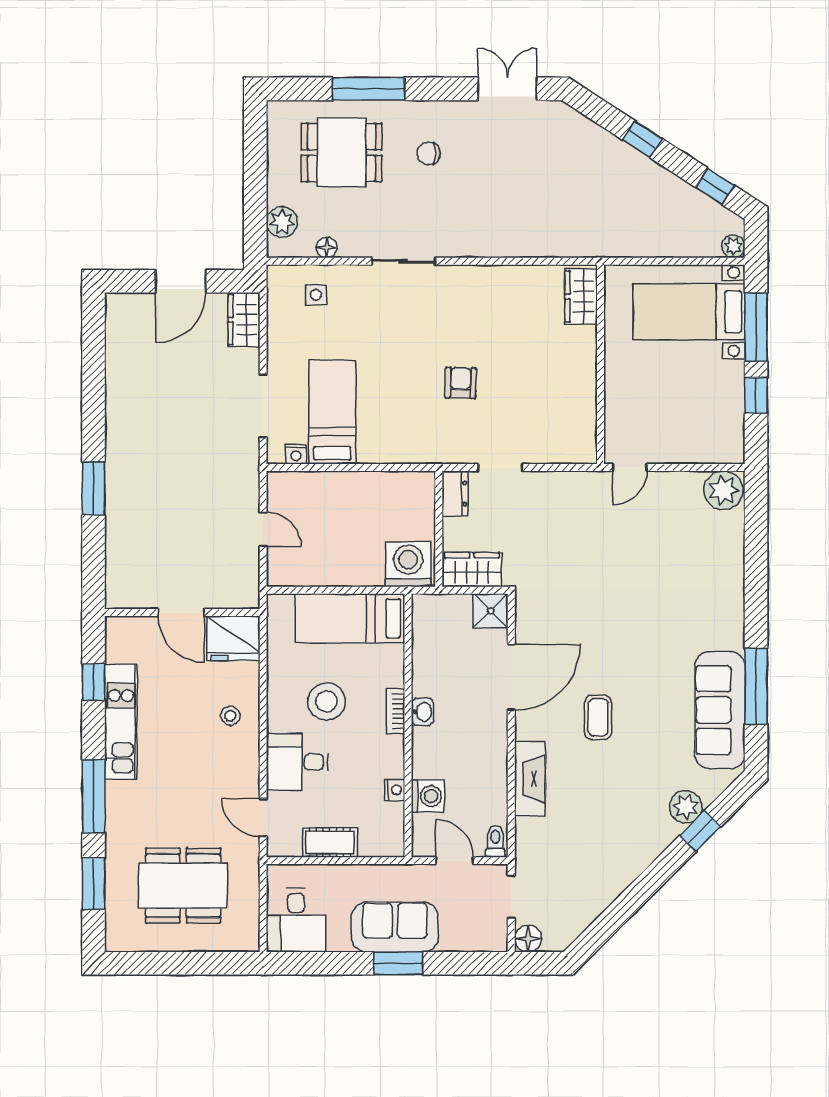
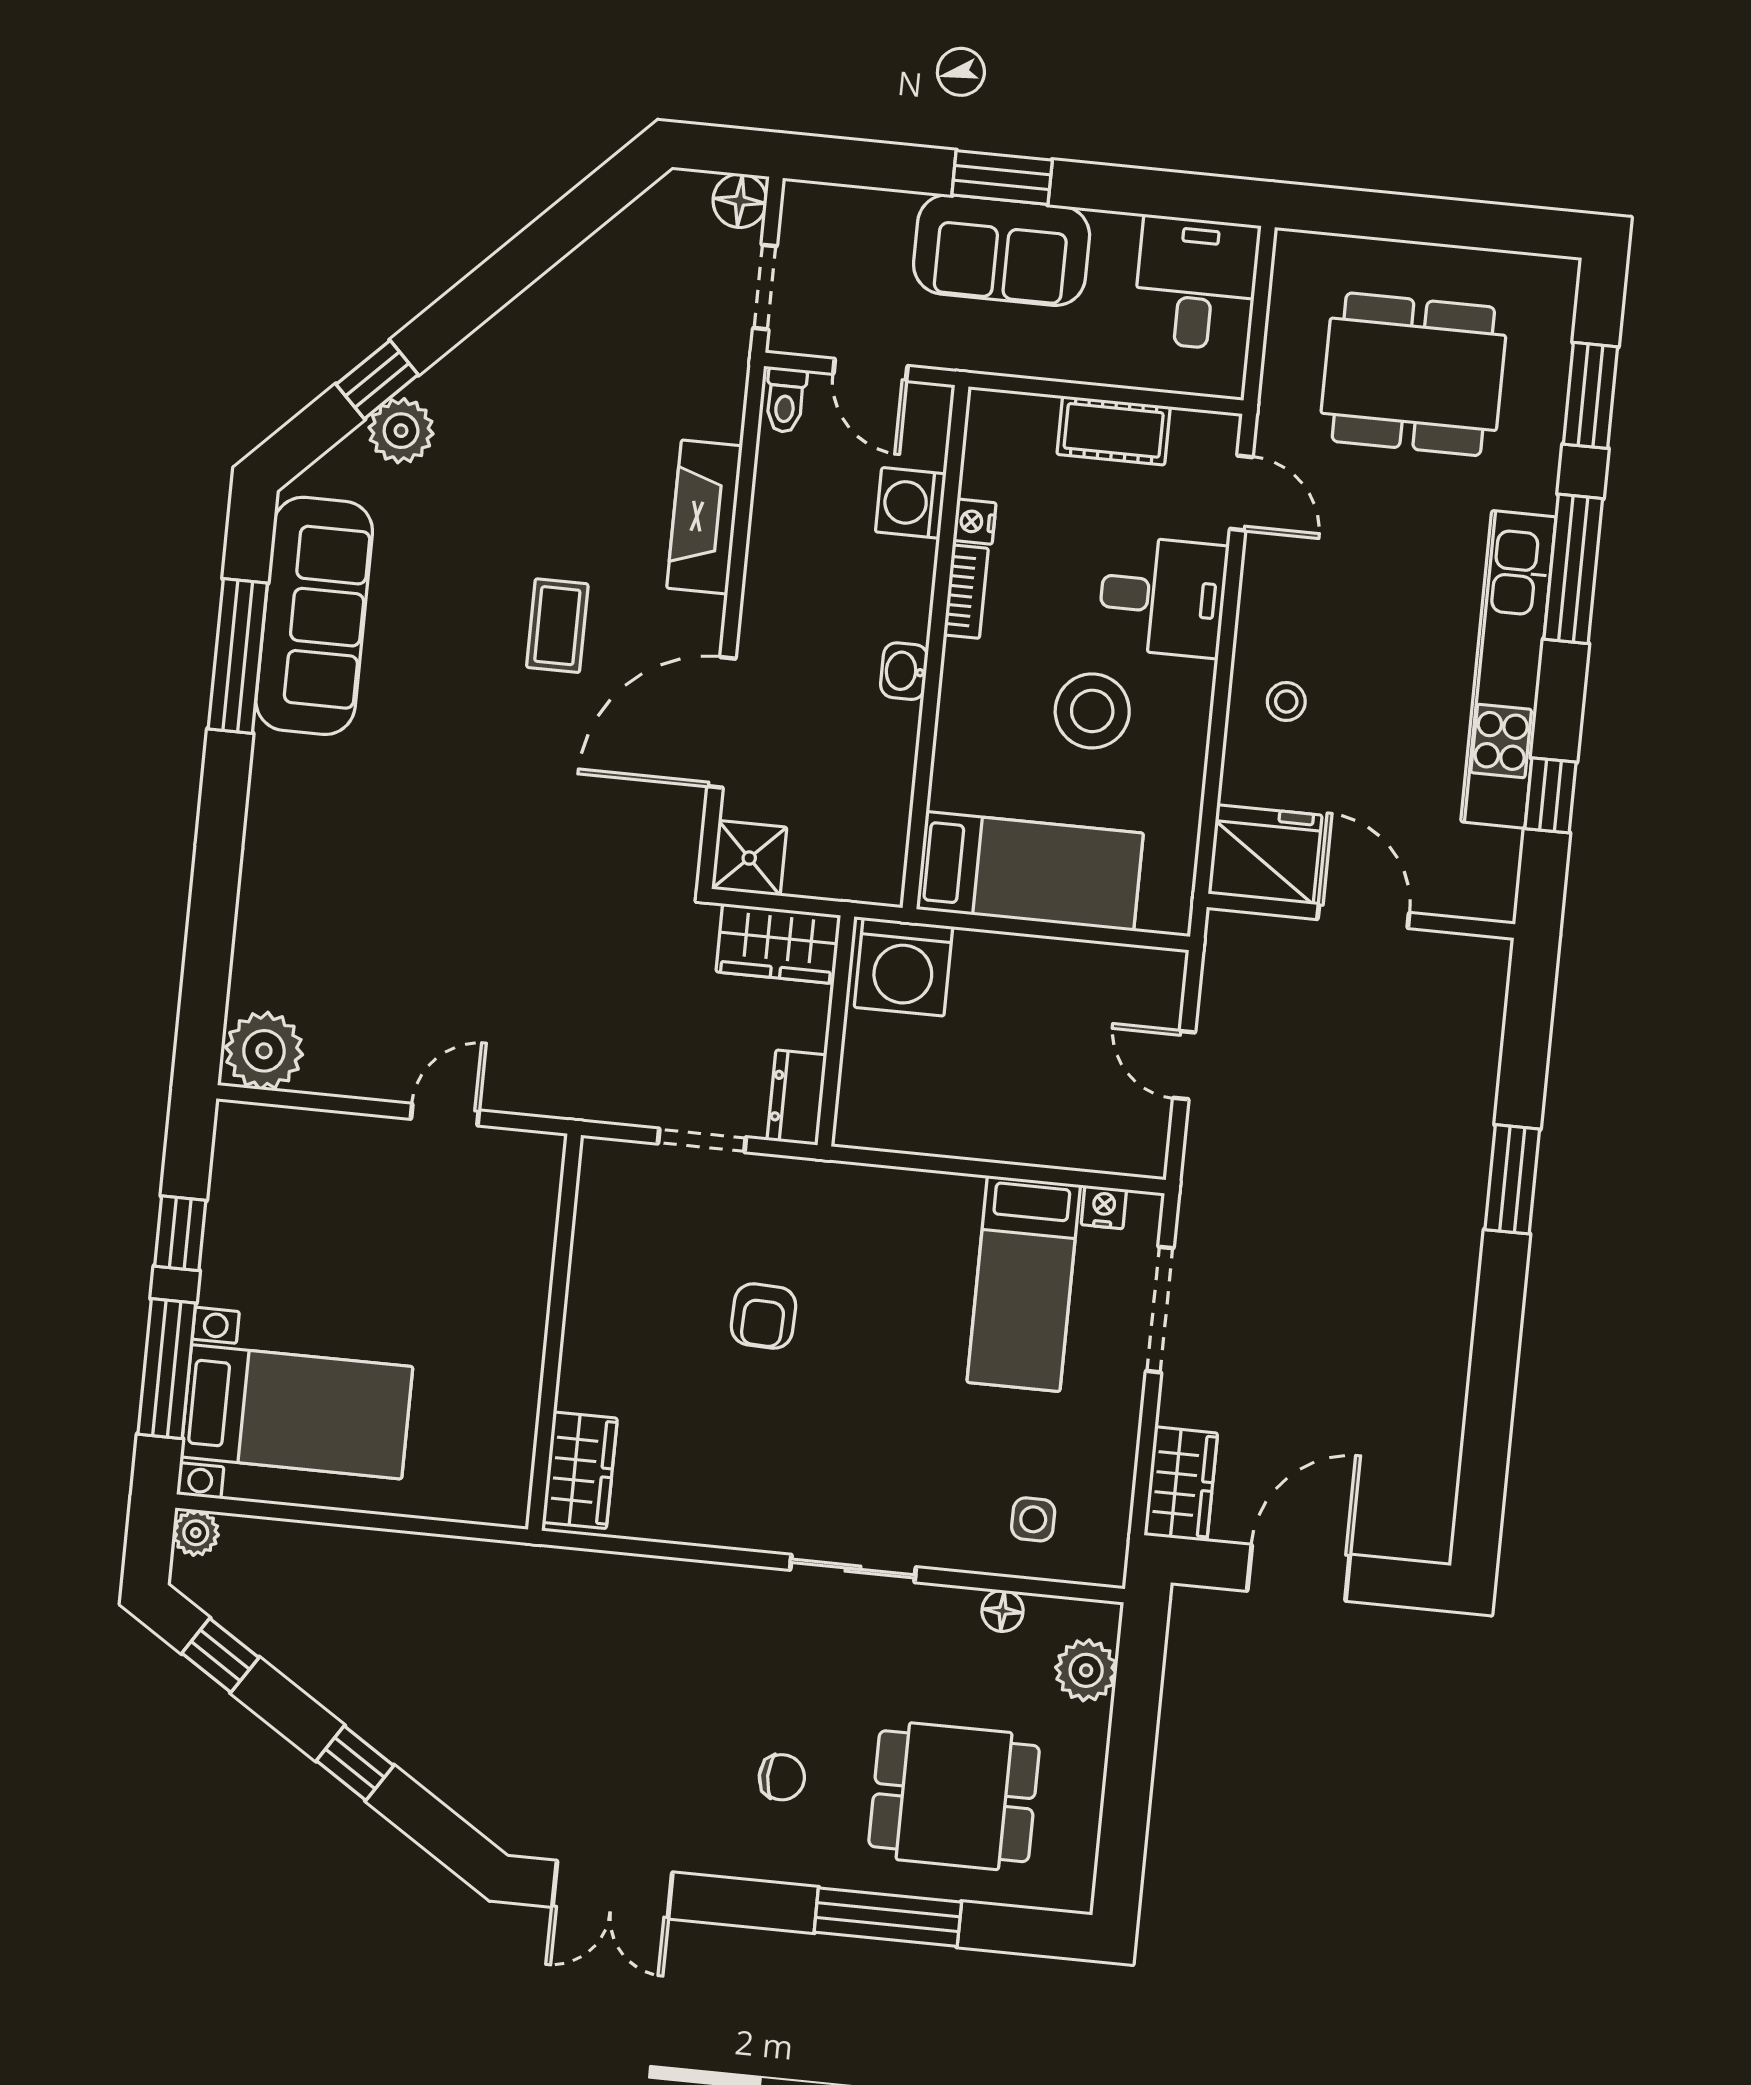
wardrobe: (581, 297) -> (580, 1470), moved
wall: (600, 364) -> (555, 1332), moved
bookcase: (396, 711) -> (966, 592), moved
kitchen unit: (121, 722) -> (1508, 669), width x1.36

